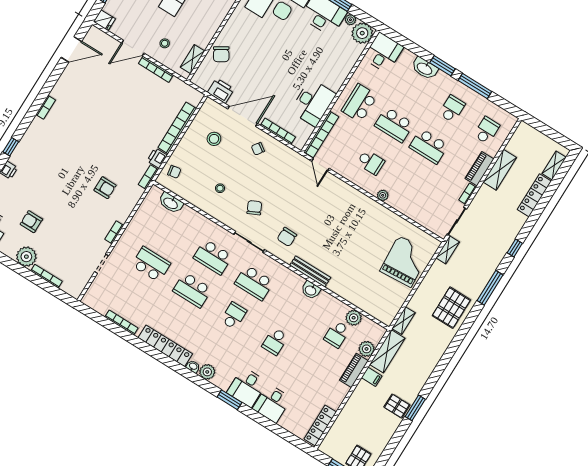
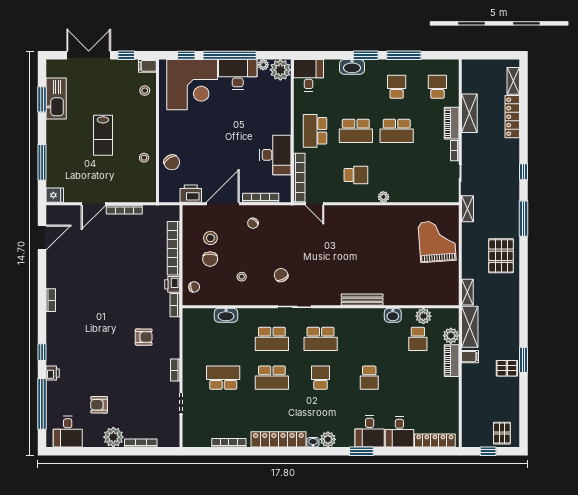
stool: (165, 43) -> (144, 158), moved
shelving: (192, 59) -> (150, 182), removed
washbasin: (171, 203) -> (226, 315), moved
chair: (287, 237) -> (210, 259), moved
washbasin: (311, 290) -> (393, 315), moved
locker: (320, 426) -> (435, 440), moved, turned 90

